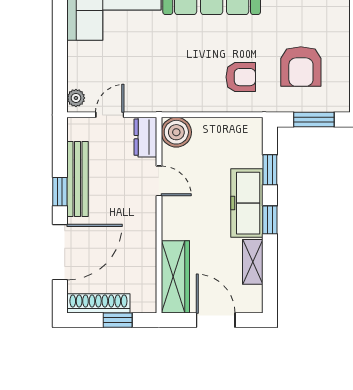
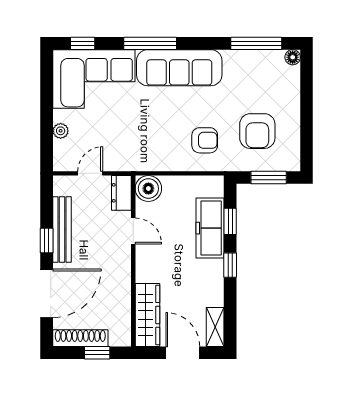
plant: (76, 98) -> (61, 131), moved
freezer: (247, 203) -> (210, 228), moved
shelving: (253, 262) -> (215, 327), moved

